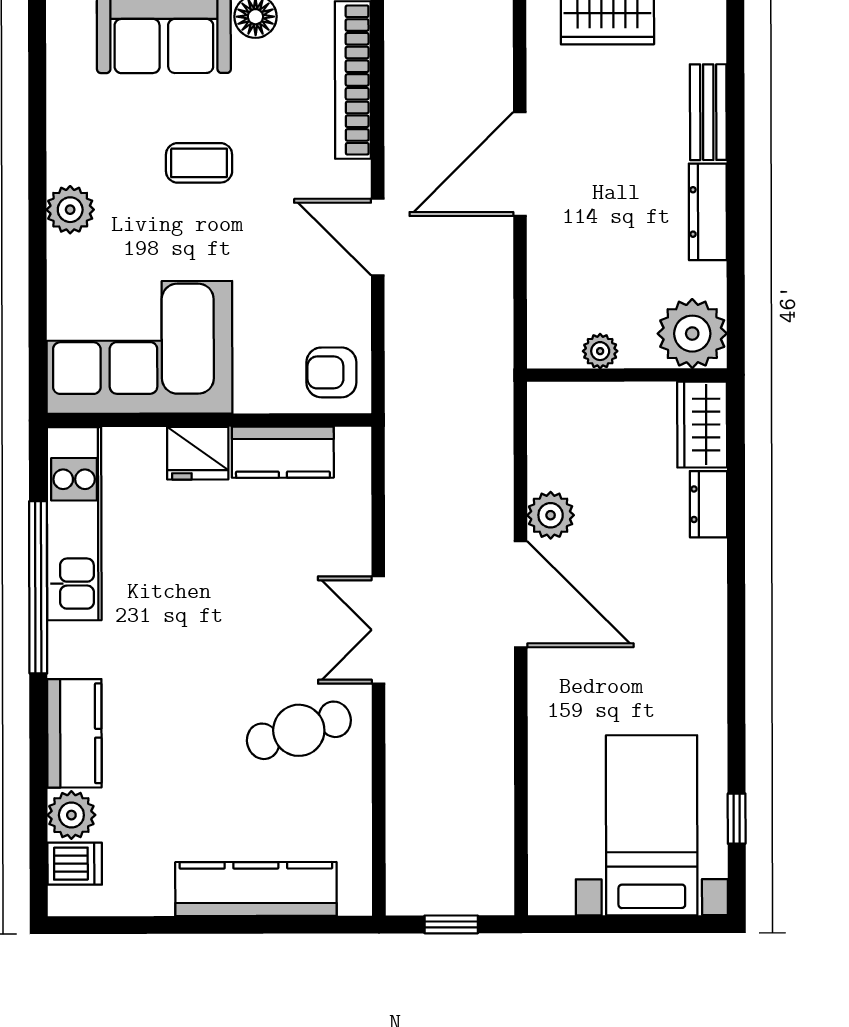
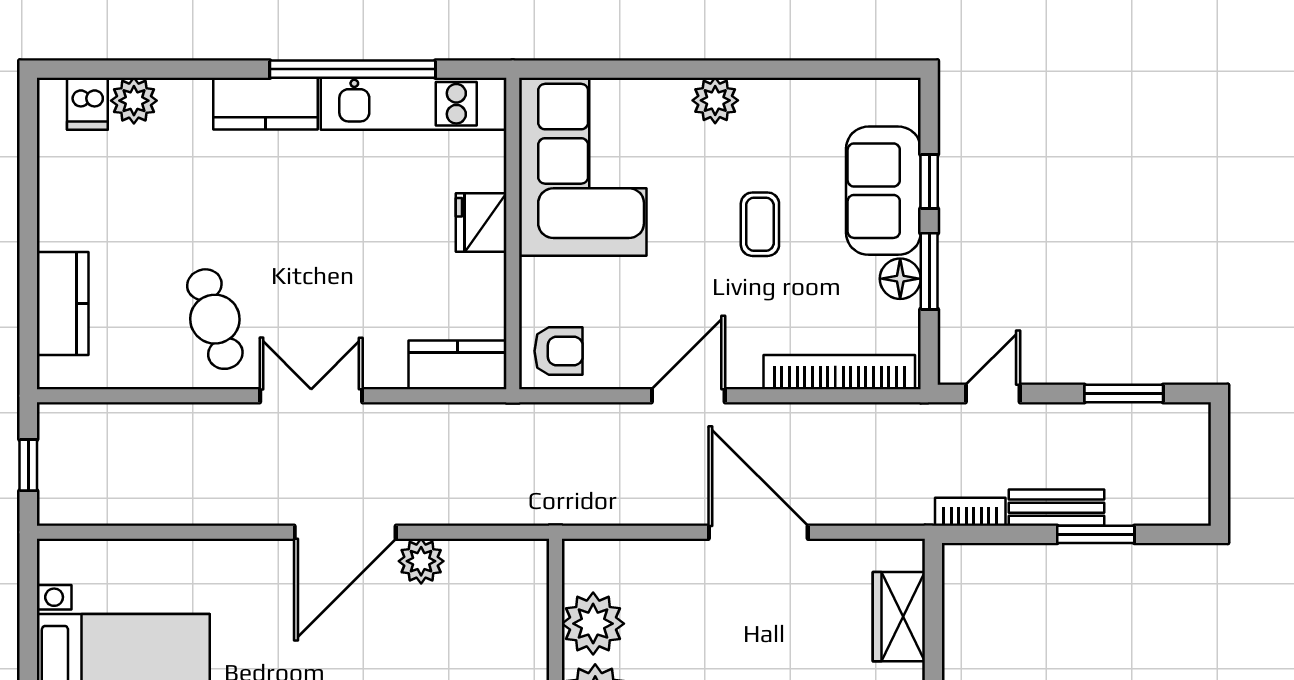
plant: (600, 351) -> (593, 624), width x1.88, depth x1.88
armchair: (331, 372) -> (558, 351), turned 90
kitchen counter: (283, 452) -> (457, 365), moved, turned 90
kitchen counter: (74, 733) -> (265, 104), moved
kitchen counter: (256, 889) -> (63, 303), width x0.67

